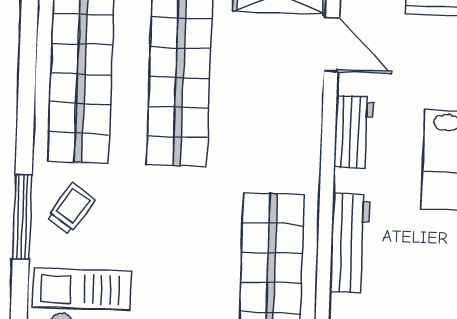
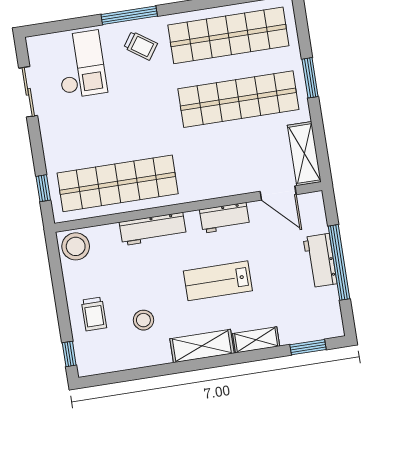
door: (332, 45) -> (278, 193), hinge flipped

